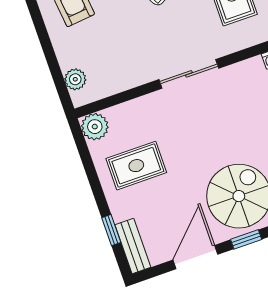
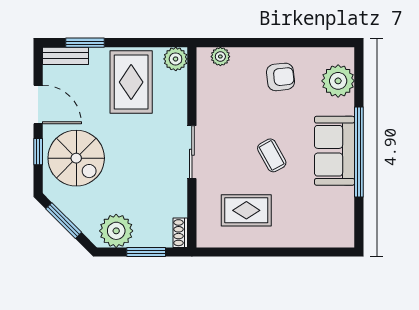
rug: (136, 166) -> (131, 82), width x1.36, depth x1.43
window: (111, 230) -> (85, 43), width x1.50

